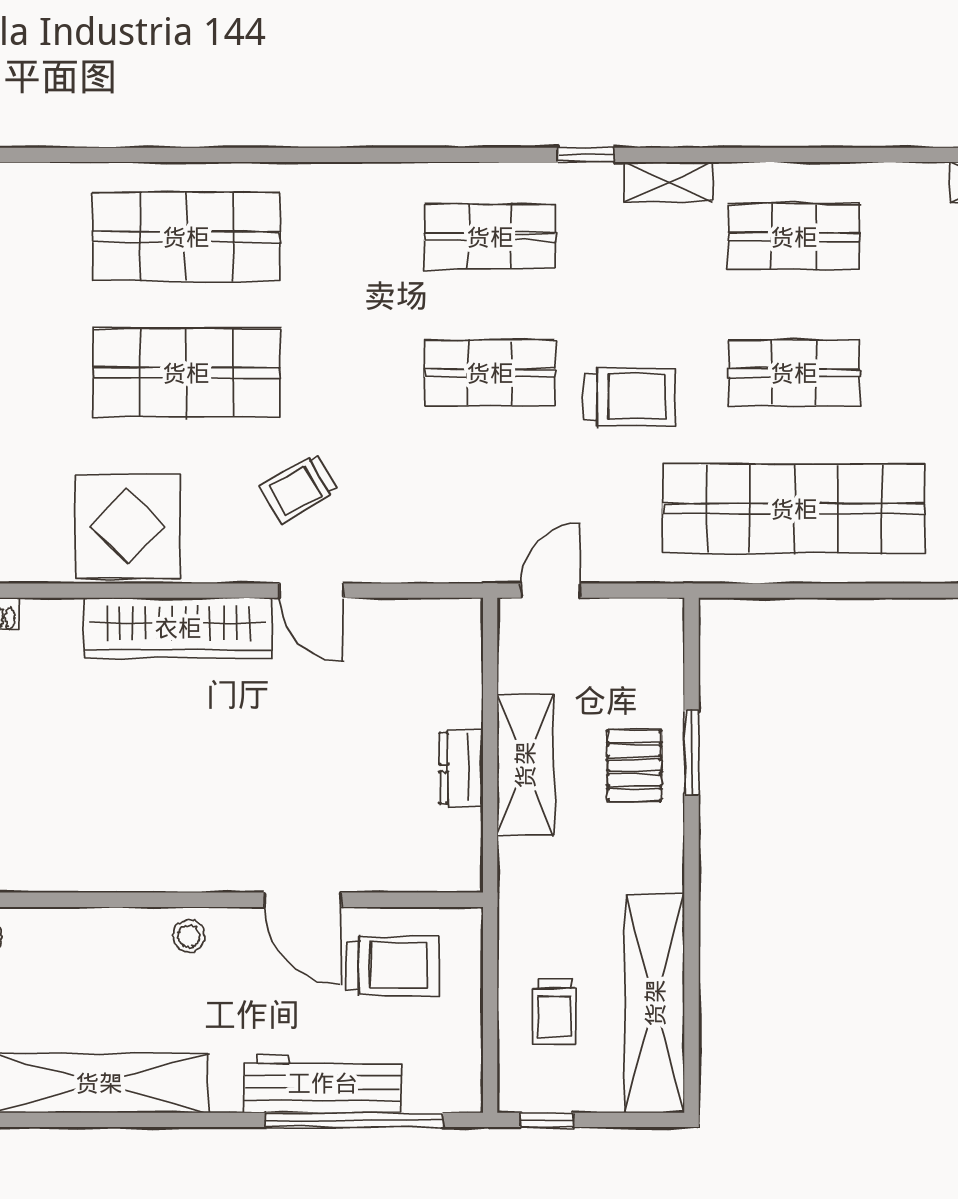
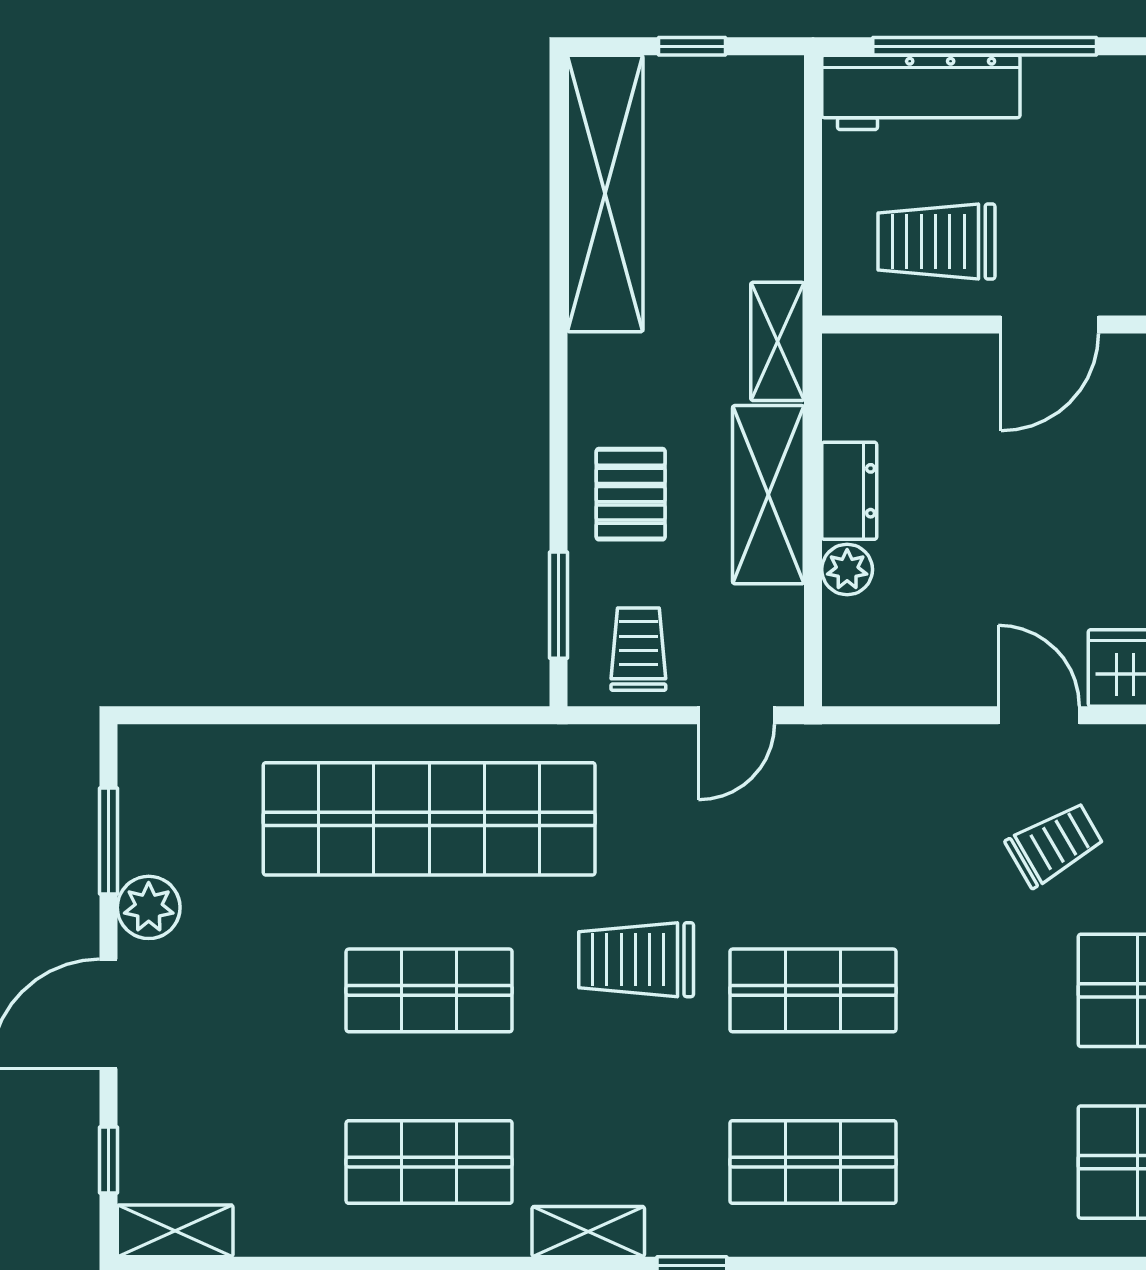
plant: (463, 706) -> (847, 570), added
window: (692, 753) -> (558, 605), moved
shelving: (518, 886) -> (777, 341), added
door: (303, 900) -> (1050, 325), swing flipped
trolley: (554, 1012) -> (638, 649), moved
workbench: (323, 1083) -> (921, 92), moved
window: (546, 1120) -> (692, 46), moved

